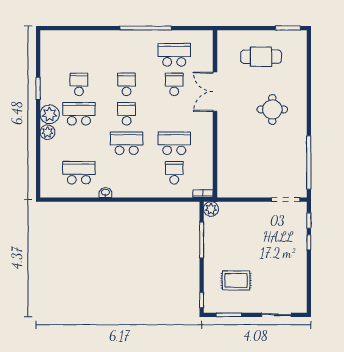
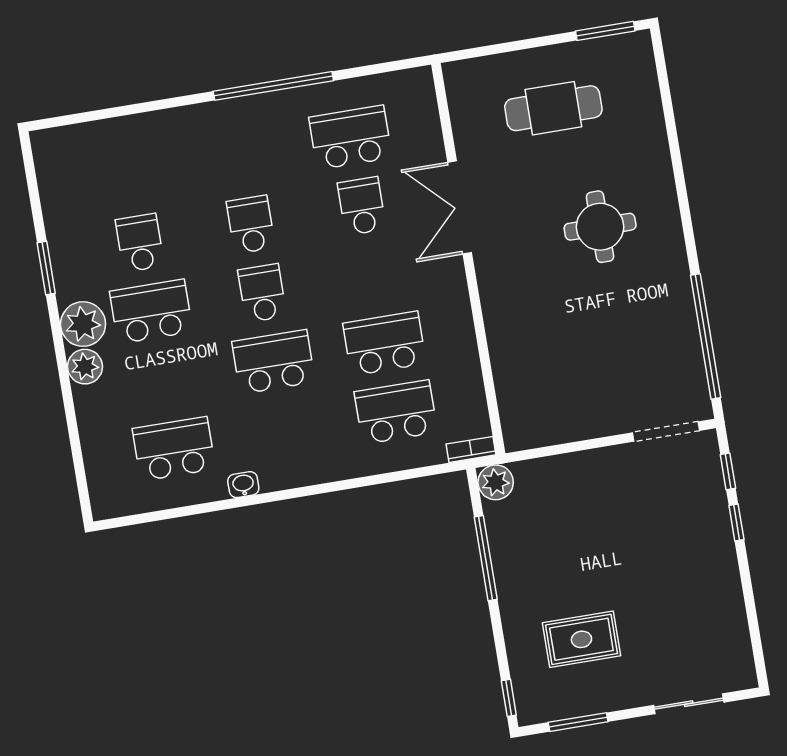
school desk: (174, 173) -> (396, 412), width x1.85

